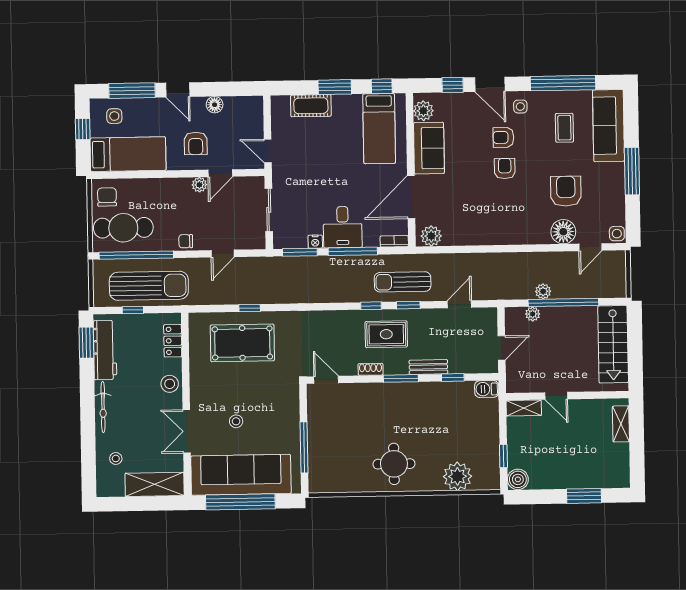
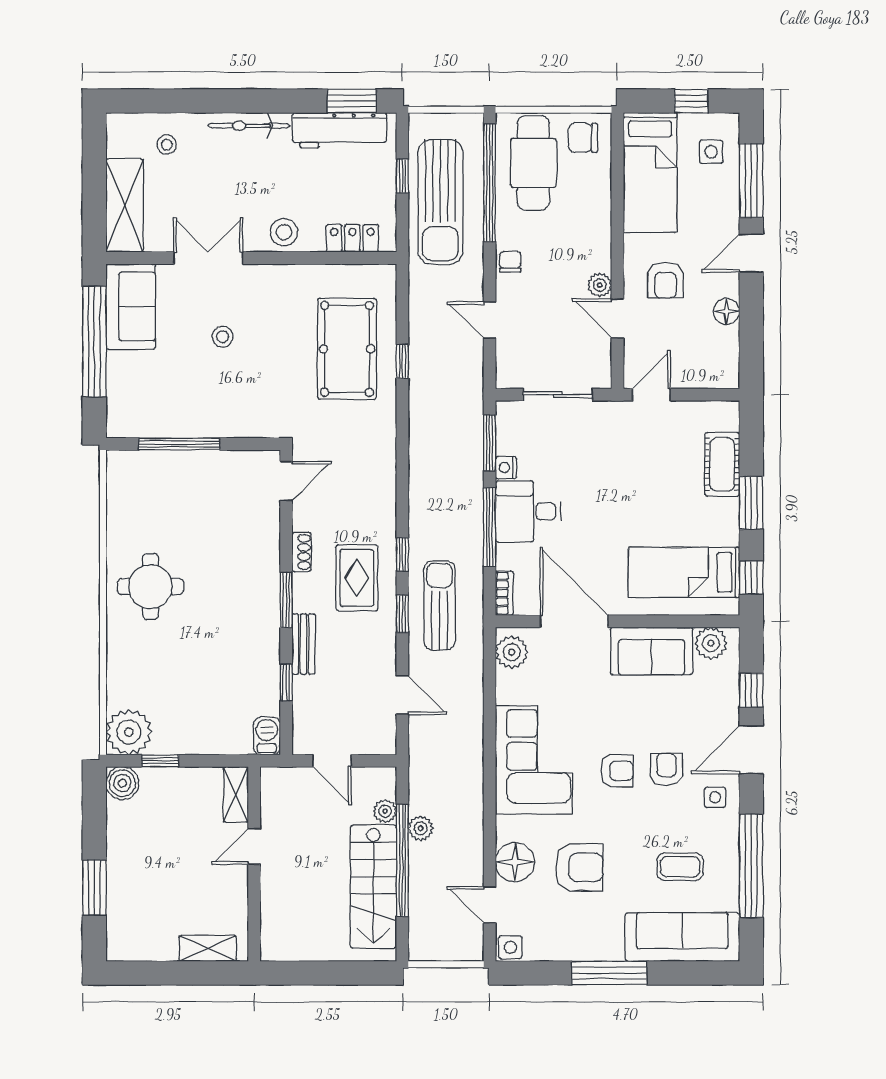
armchair: (196, 143) -> (665, 280), turned -90
chair: (107, 197) -> (583, 138), turned 180
corner sofa: (499, 221) -> (534, 760), added
stairs: (613, 344) -> (373, 887), moved, turned -90
sofa: (241, 475) -> (131, 307), width x0.54, depth x0.79
plant: (457, 476) -> (129, 732), moved

